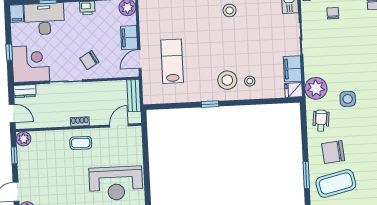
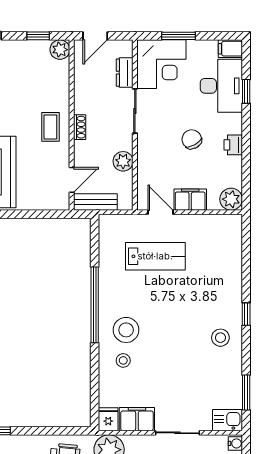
window: (9, 52) -> (179, 36), width x1.50
chair: (89, 60) -> (192, 139), moved
plant: (103, 88) -> (123, 161), added
dresser: (25, 91) -> (125, 73), moved
bench: (134, 96) -> (95, 202), moved
window: (210, 104) -> (95, 305), width x3.17
door: (119, 126) -> (72, 180), hinge flipped

